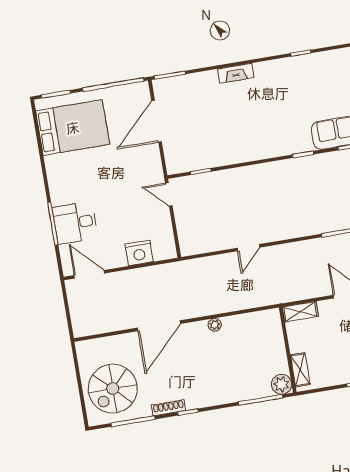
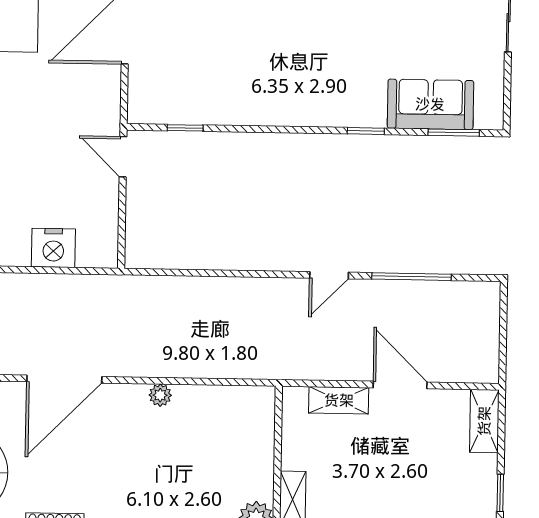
door: (248, 248) -> (329, 275), moved
shelving: (300, 312) -> (339, 400), moved

